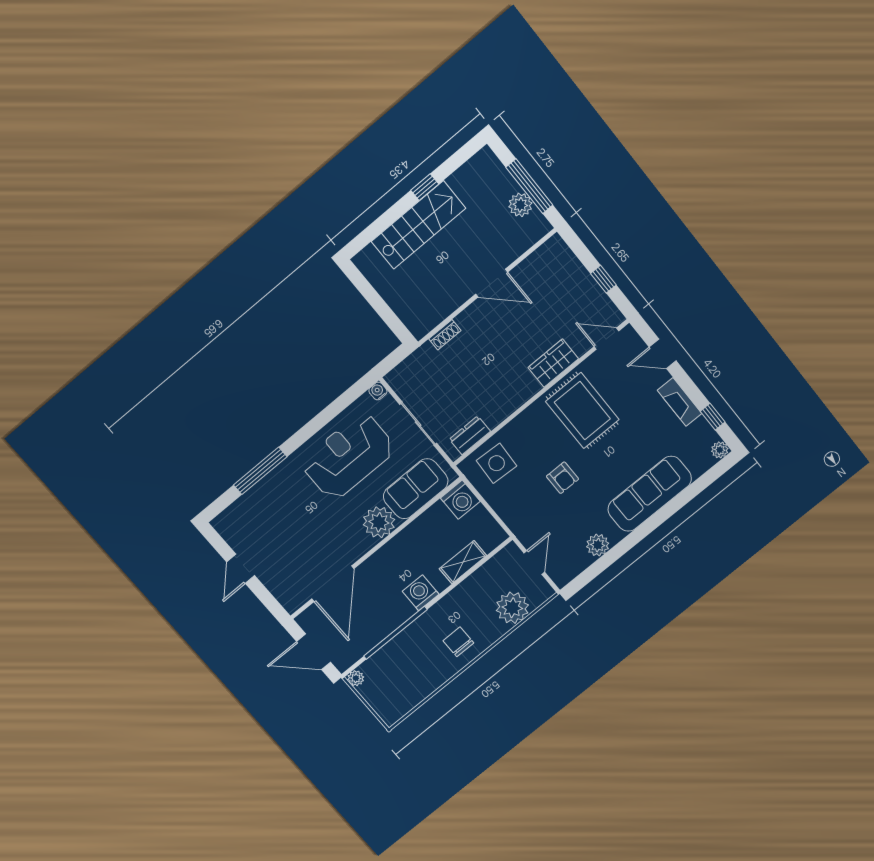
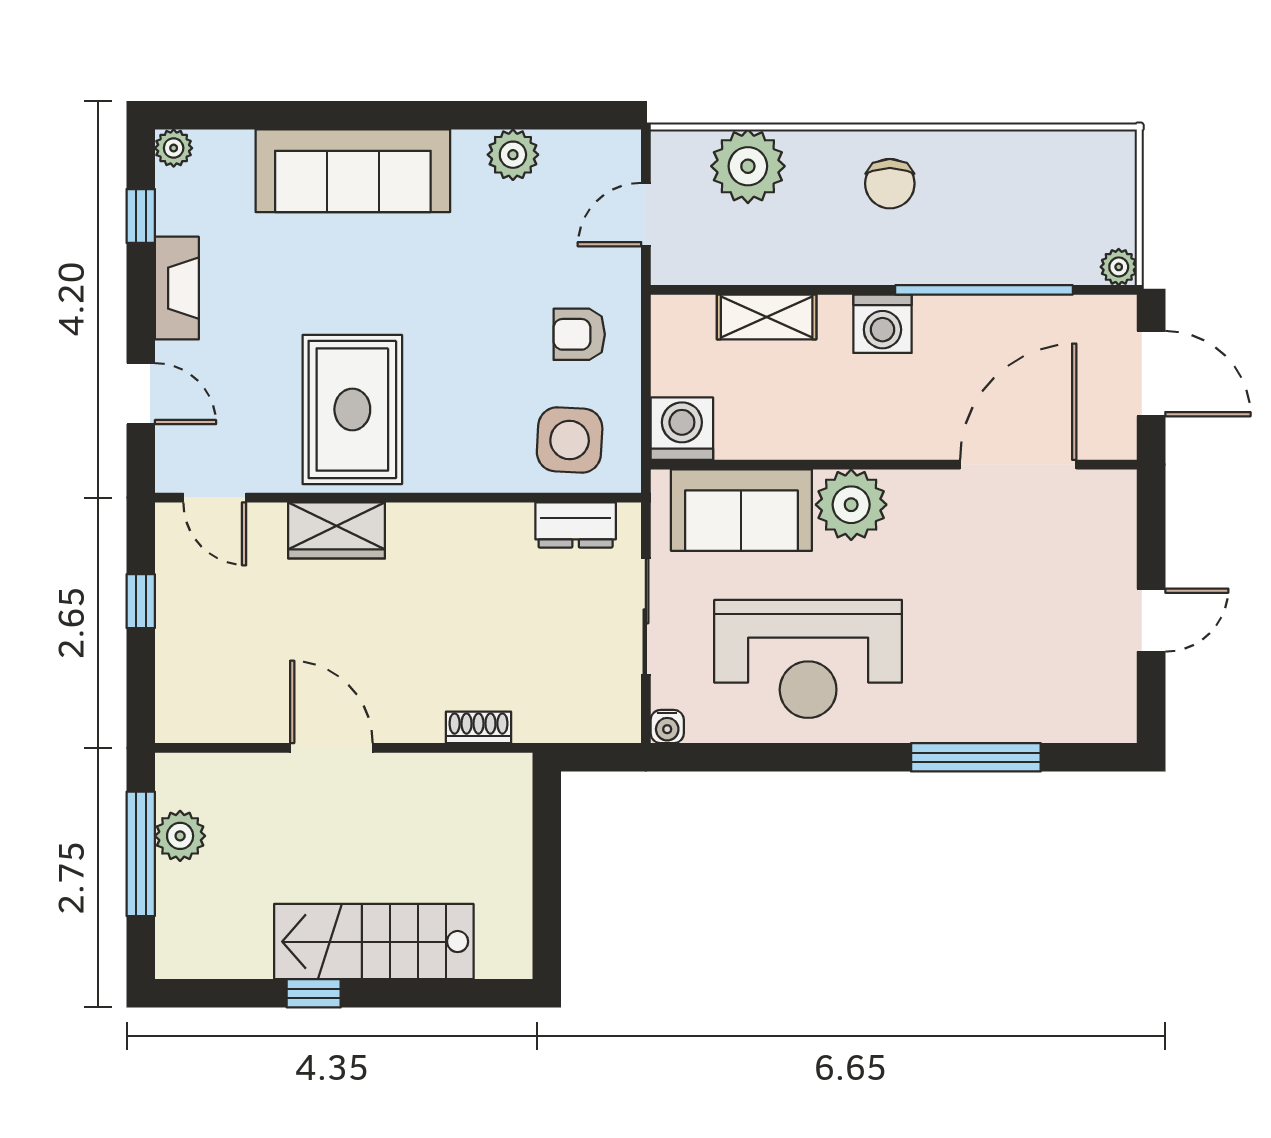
armchair: (563, 478) -> (579, 334), moved, turned -90

